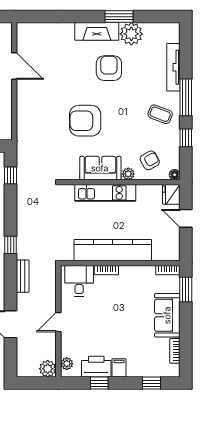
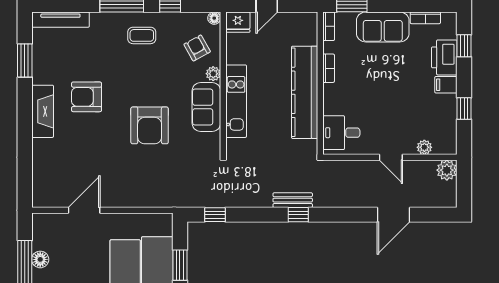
window: (119, 17) -> (25, 60), moved
plant: (131, 34) -> (45, 70), removed
tv unit: (173, 67) -> (60, 20), moved
coffee table: (160, 114) -> (142, 35), turned 69
bookcase: (106, 270) -> (329, 68), moved
bench: (23, 276) -> (293, 200), moved
plant: (67, 364) -> (424, 147), moved
printer: (96, 367) -> (444, 57), moved

